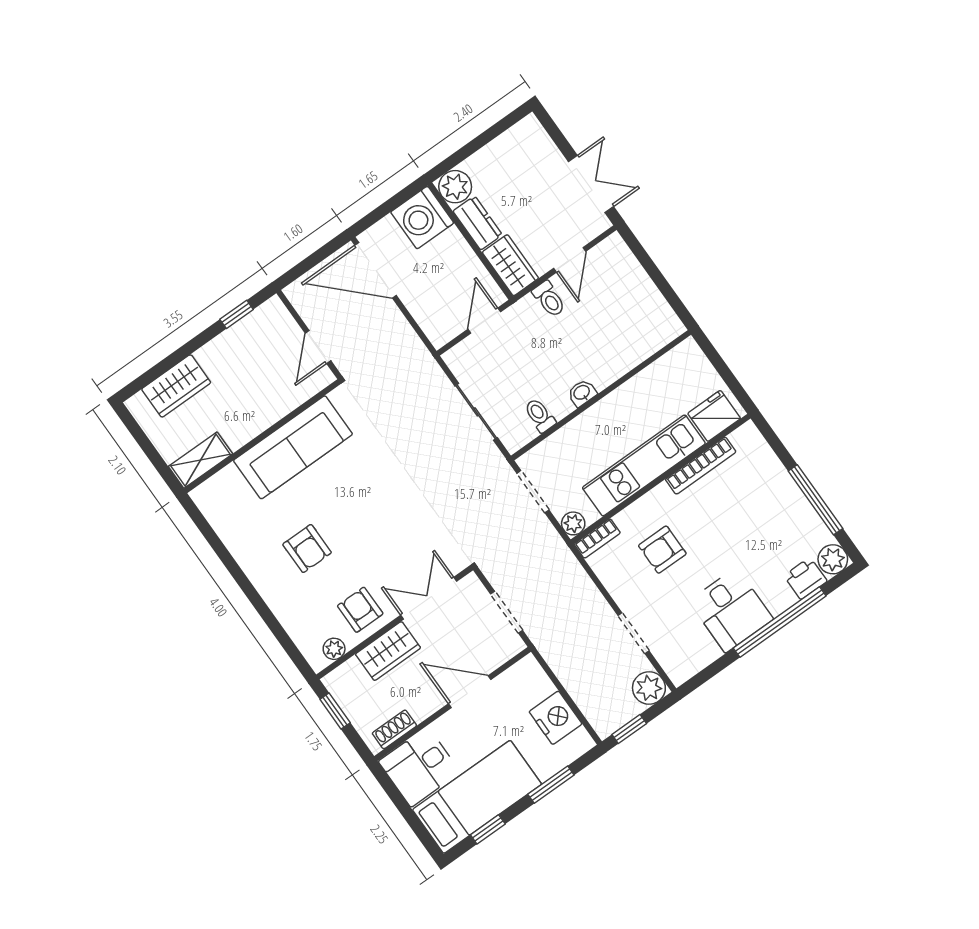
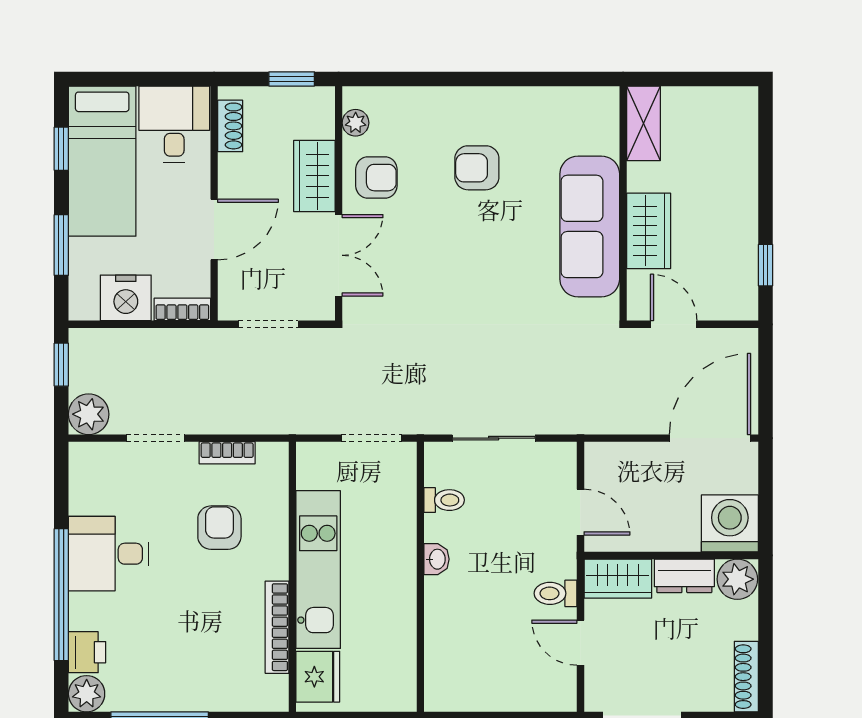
shoe rack: (515, 136) -> (746, 677), added
wardrobe: (176, 386) -> (649, 231), moved, turned 180
plant: (573, 523) -> (310, 456), removed
bookcase: (597, 539) -> (227, 453), moved, turned -90
bookcase: (537, 675) -> (182, 309), added

